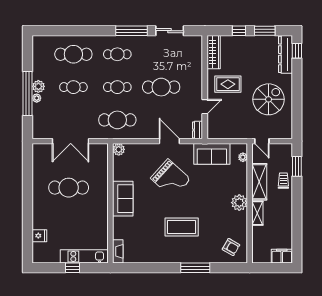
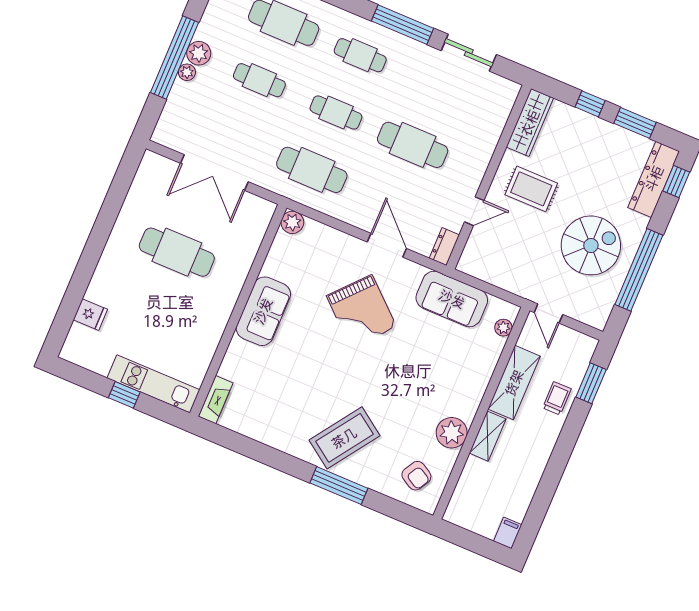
window: (297, 101) -> (639, 270), added
plant: (239, 203) -> (452, 433), moved
coffee table: (182, 227) -> (344, 438), moved, turned -55
filing cabinet: (282, 256) -> (508, 533), width x0.50

